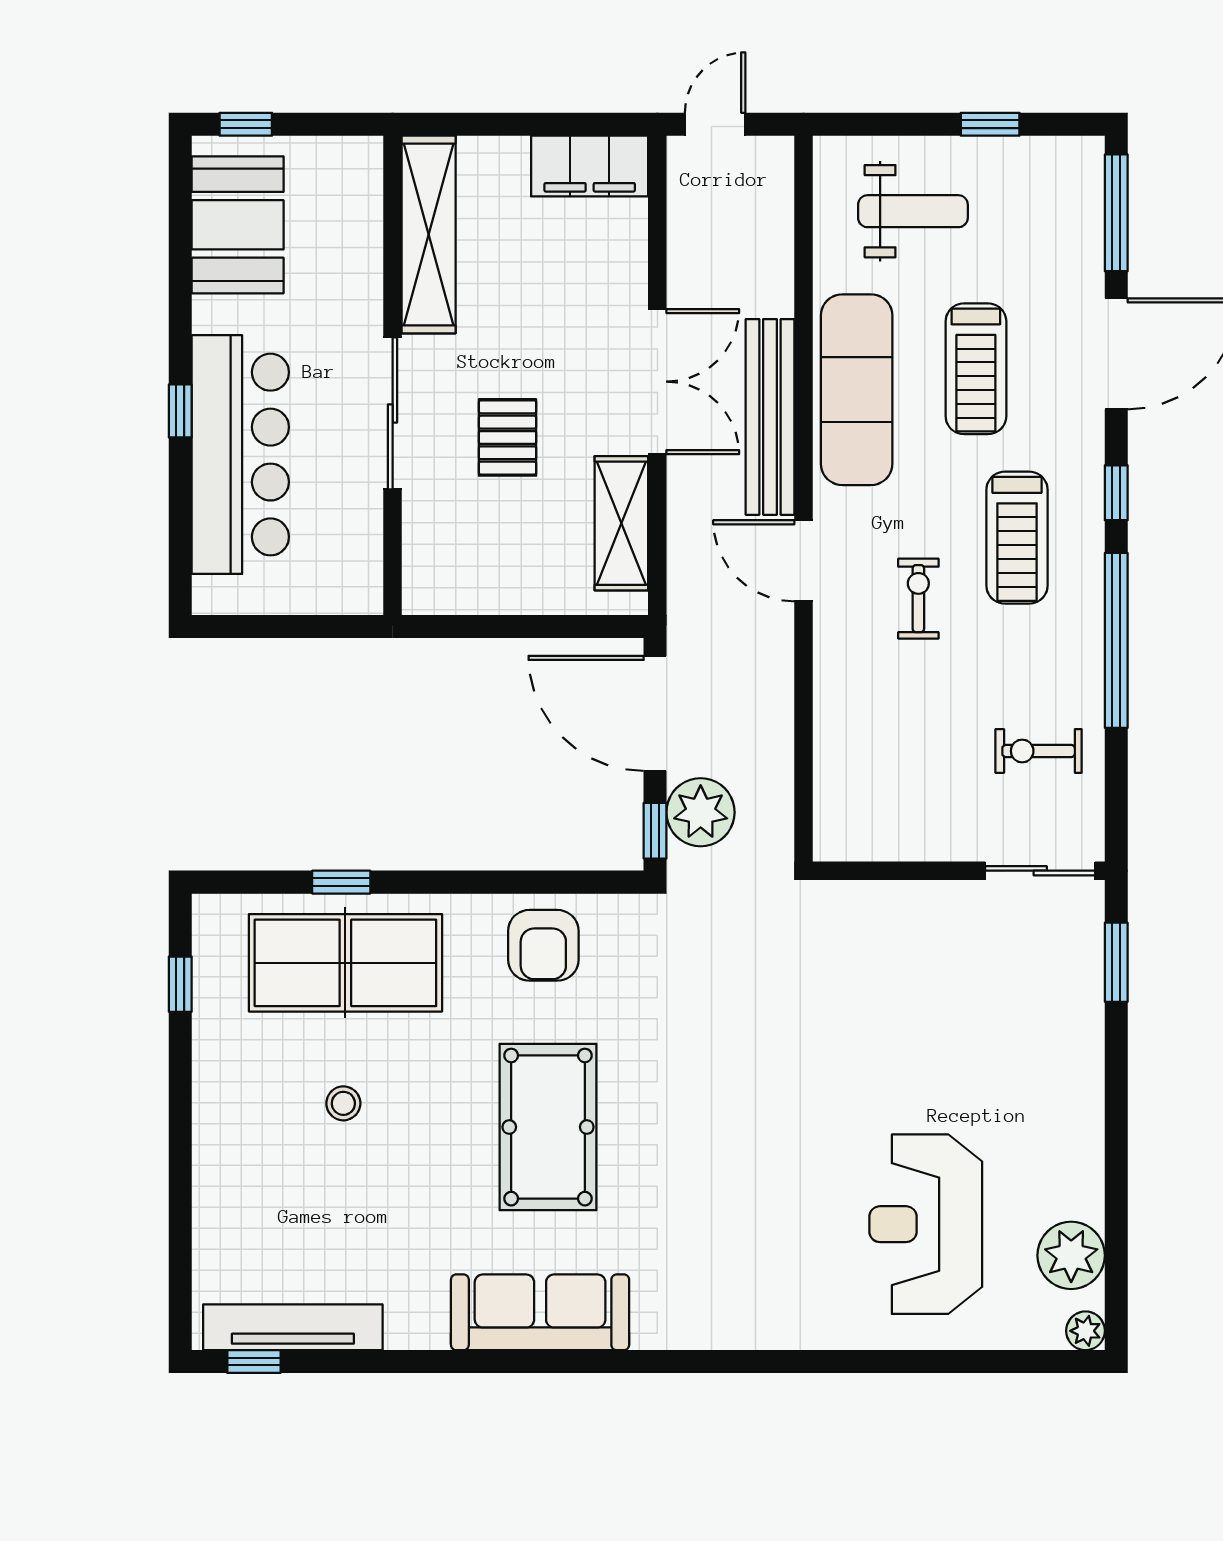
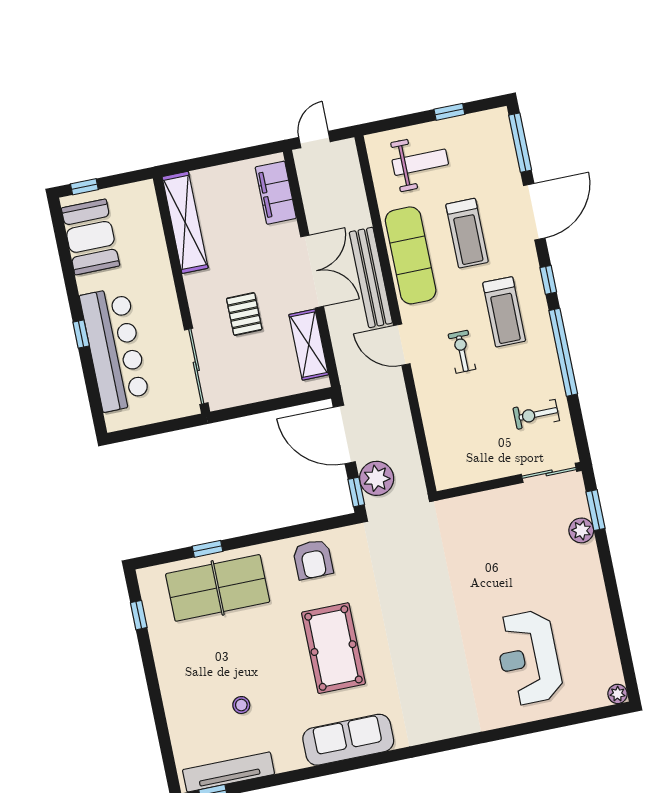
filing cabinet: (590, 166) -> (276, 193), moved, turned 90
sliding door: (393, 413) -> (196, 366), moved
stool: (343, 1103) -> (241, 705), moved
plant: (1071, 1255) -> (581, 530), moved, width x0.73, depth x0.73

